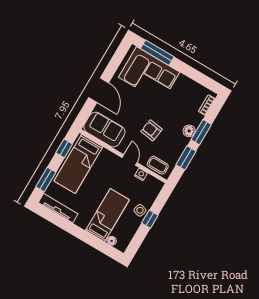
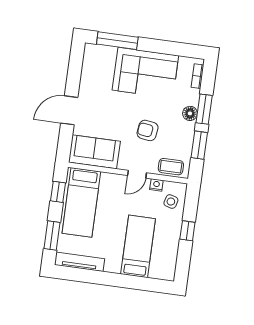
corner sofa: (149, 75) -> (145, 73), moved
door: (99, 90) -> (69, 110), swing flipped
door: (130, 160) -> (137, 174), swing flipped
side table: (140, 210) -> (171, 202), moved
floor lamp: (112, 241) -> (155, 273), removed

